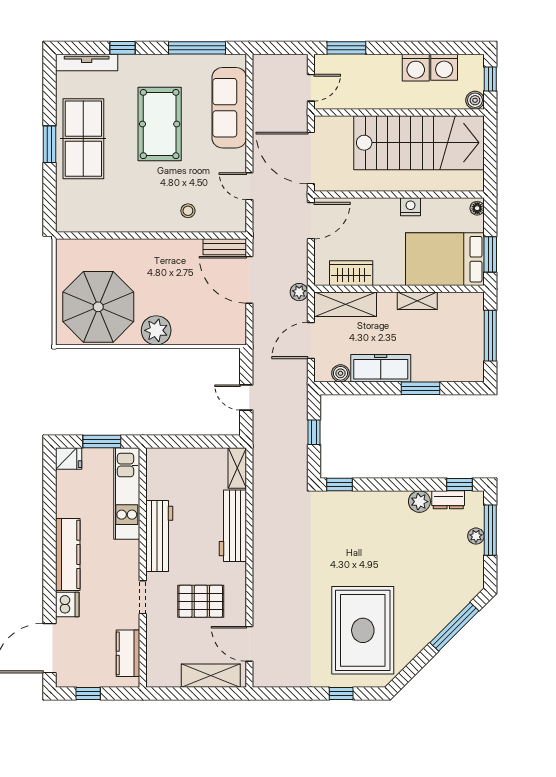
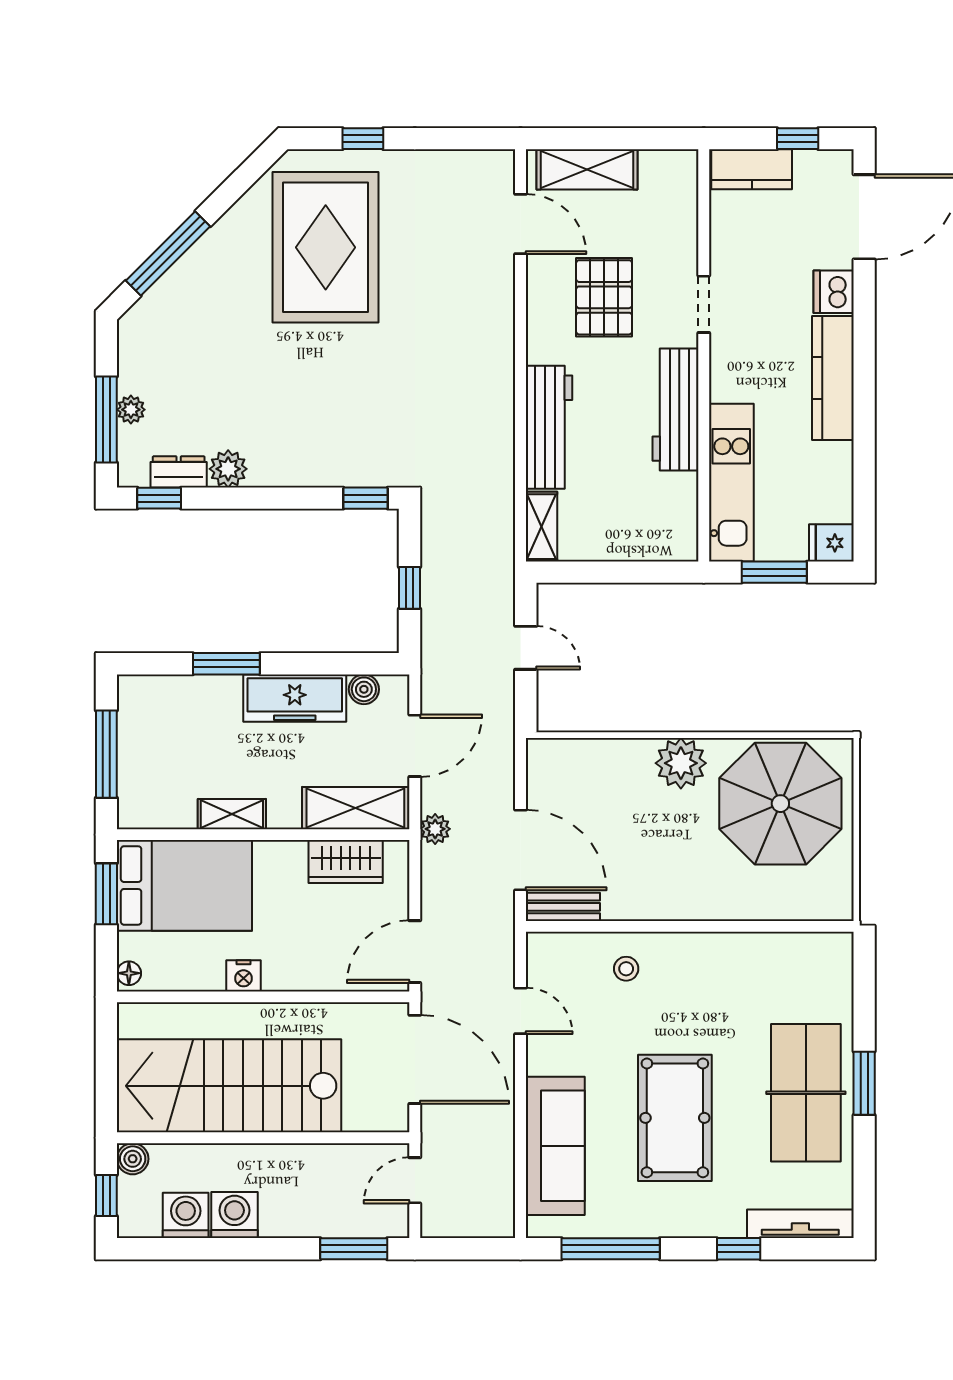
pallet: (201, 601) -> (604, 297), turned 90
kitchen counter: (128, 653) -> (752, 169), moved, turned 90

